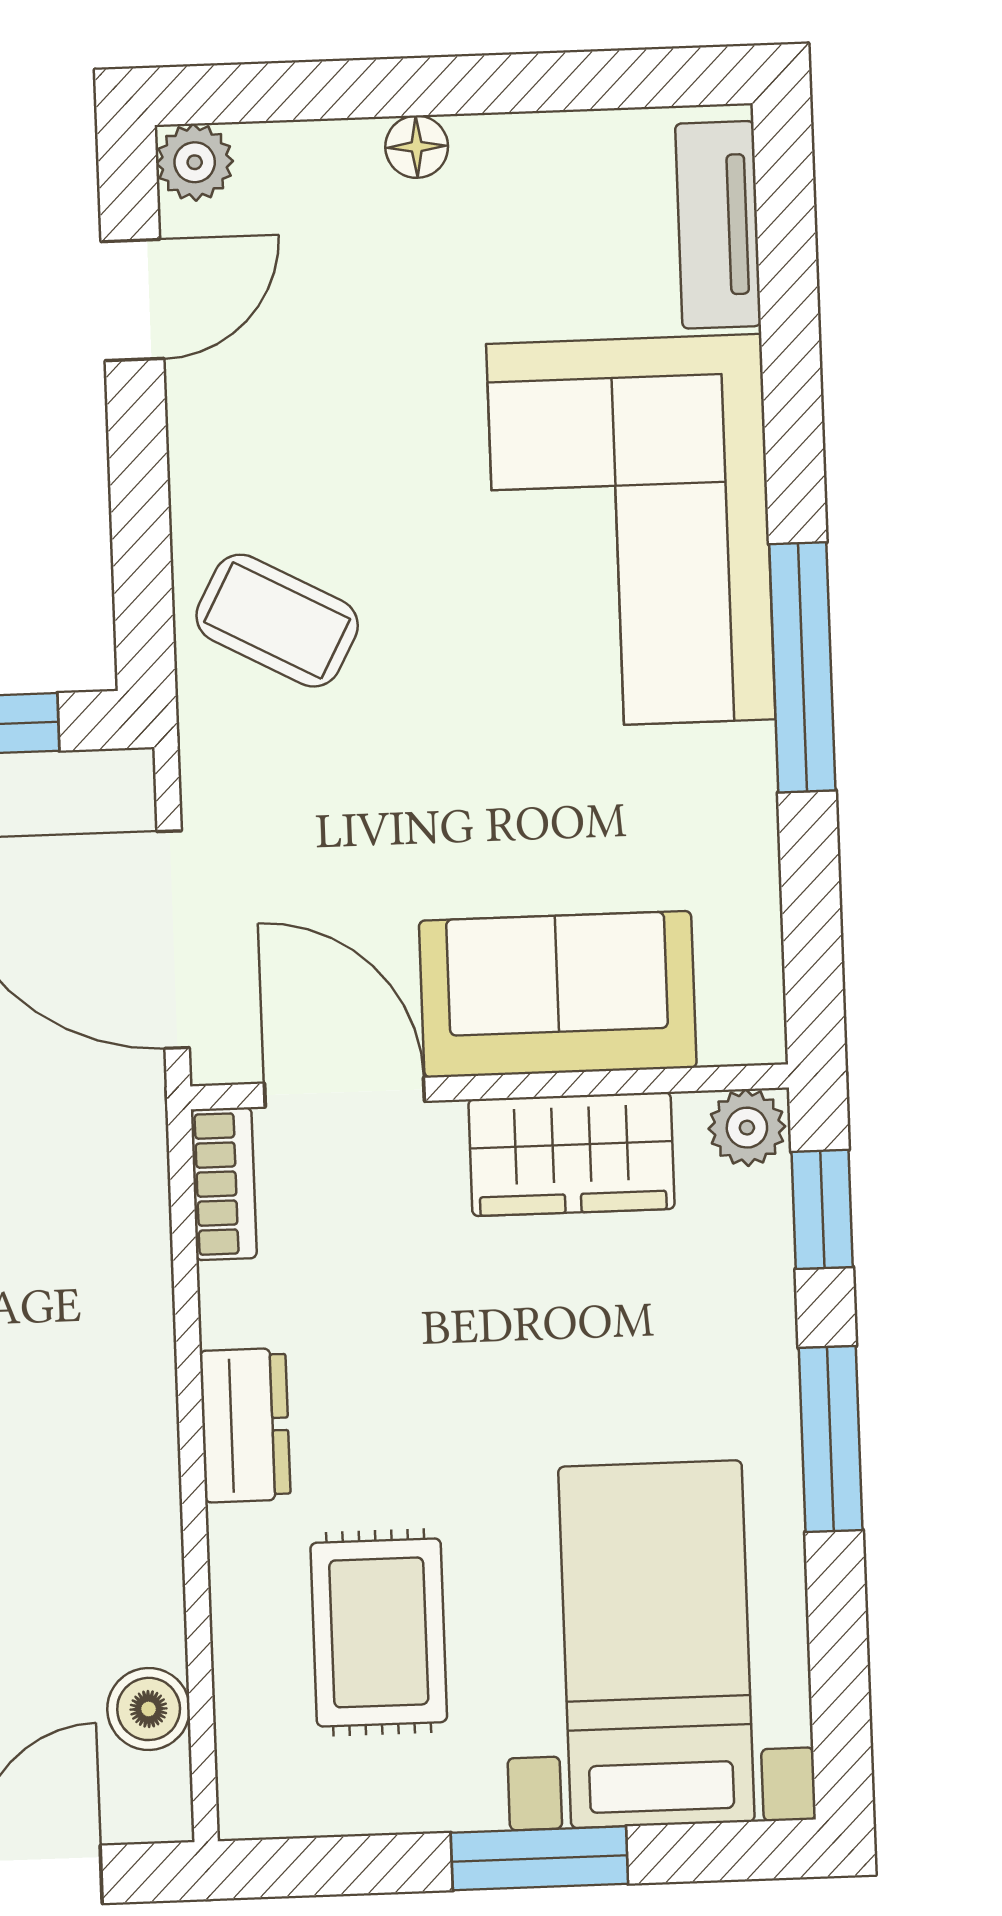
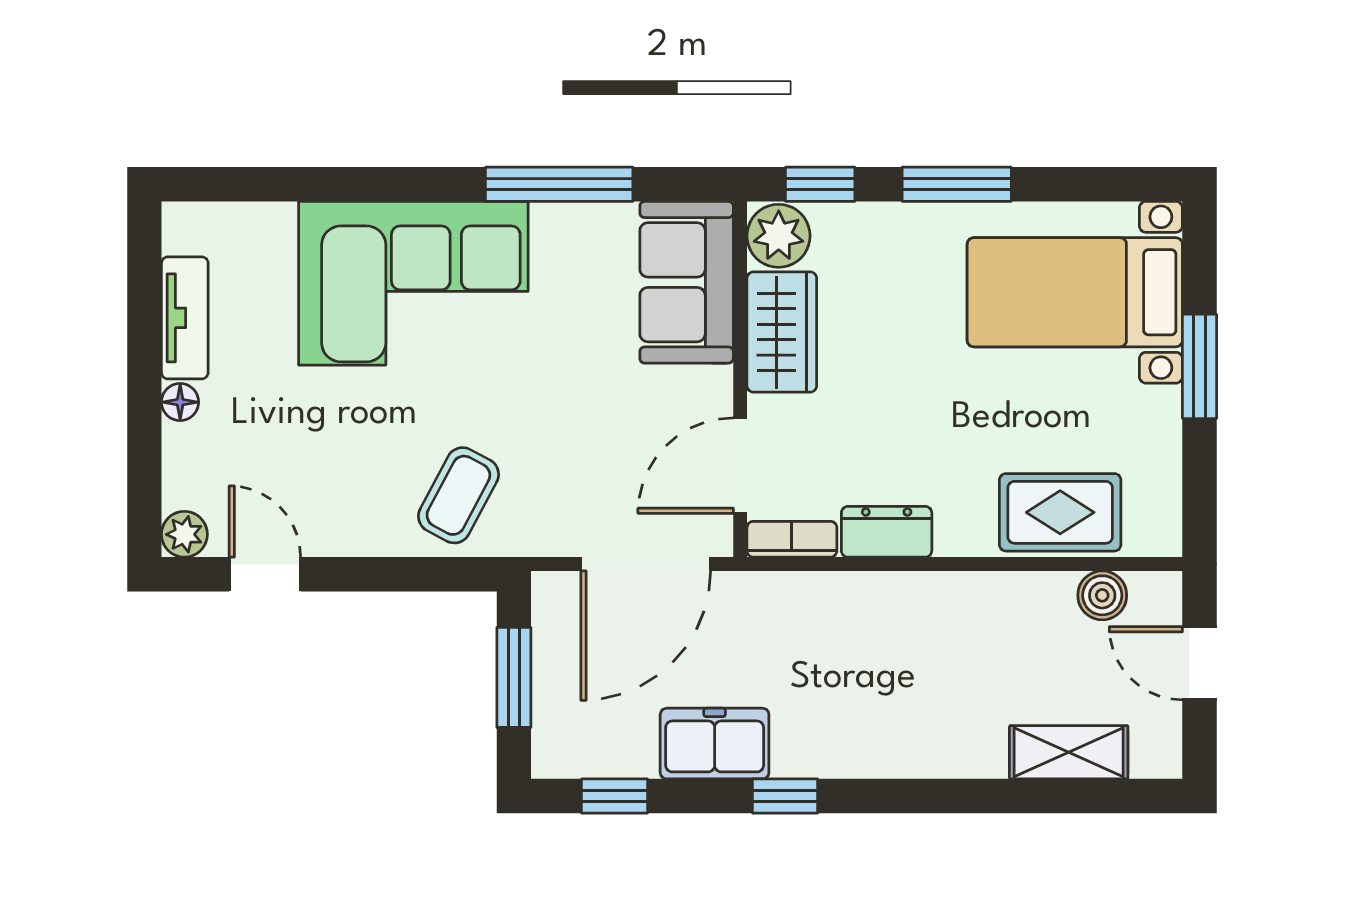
tv unit: (718, 225) -> (185, 318), moved, turned -90
window: (802, 667) -> (559, 184), moved
sofa: (558, 994) -> (687, 282), moved
plant: (747, 1128) -> (779, 236), width x1.38, depth x1.38
dresser: (245, 1425) -> (887, 532), moved
rug: (379, 1632) -> (1060, 512), moved

